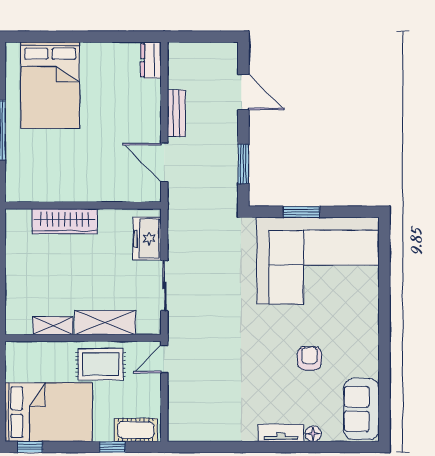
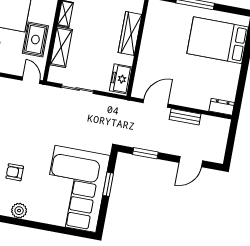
freezer: (147, 238) -> (121, 79), moved, turned -90
plant: (367, 341) -> (19, 211), added
armchair: (309, 358) -> (15, 172), turned 180

